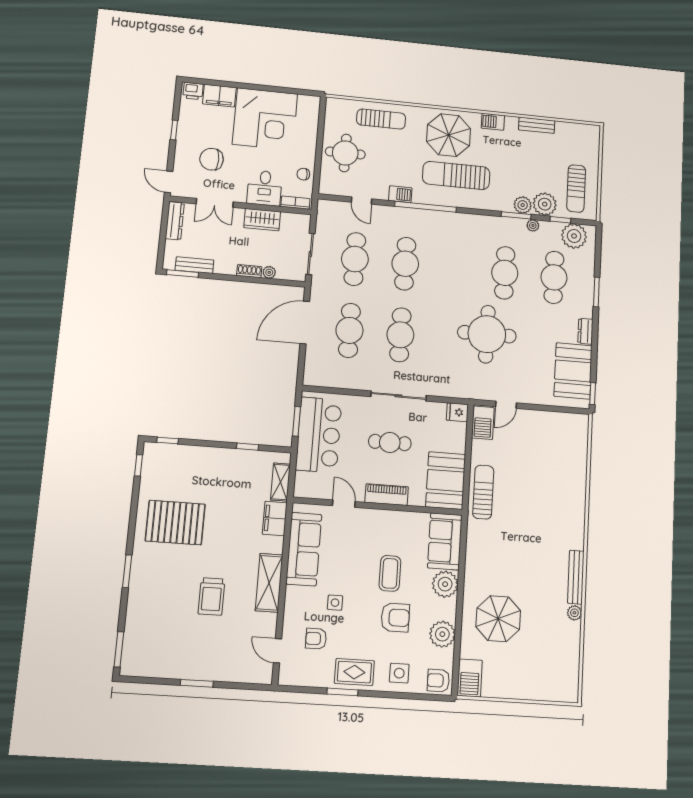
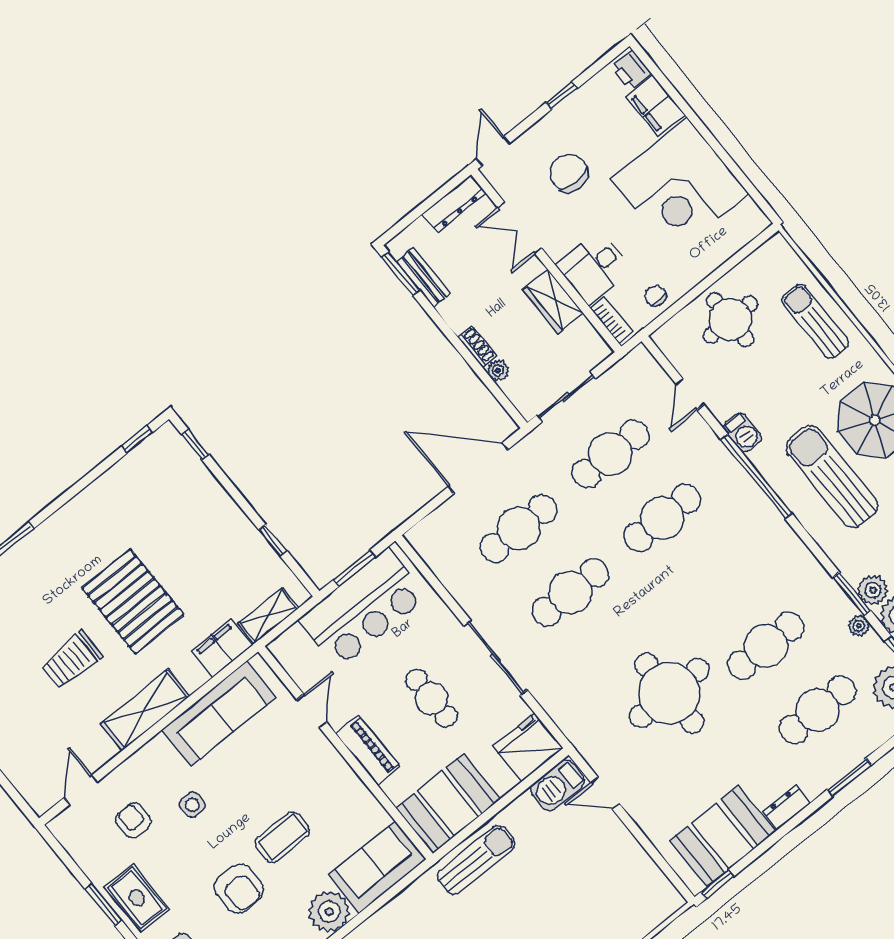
sun lounger: (381, 119) -> (815, 321), turned 180
fridge: (457, 412) -> (528, 747), width x1.88, depth x1.34
pallet: (175, 523) -> (133, 601), moved

